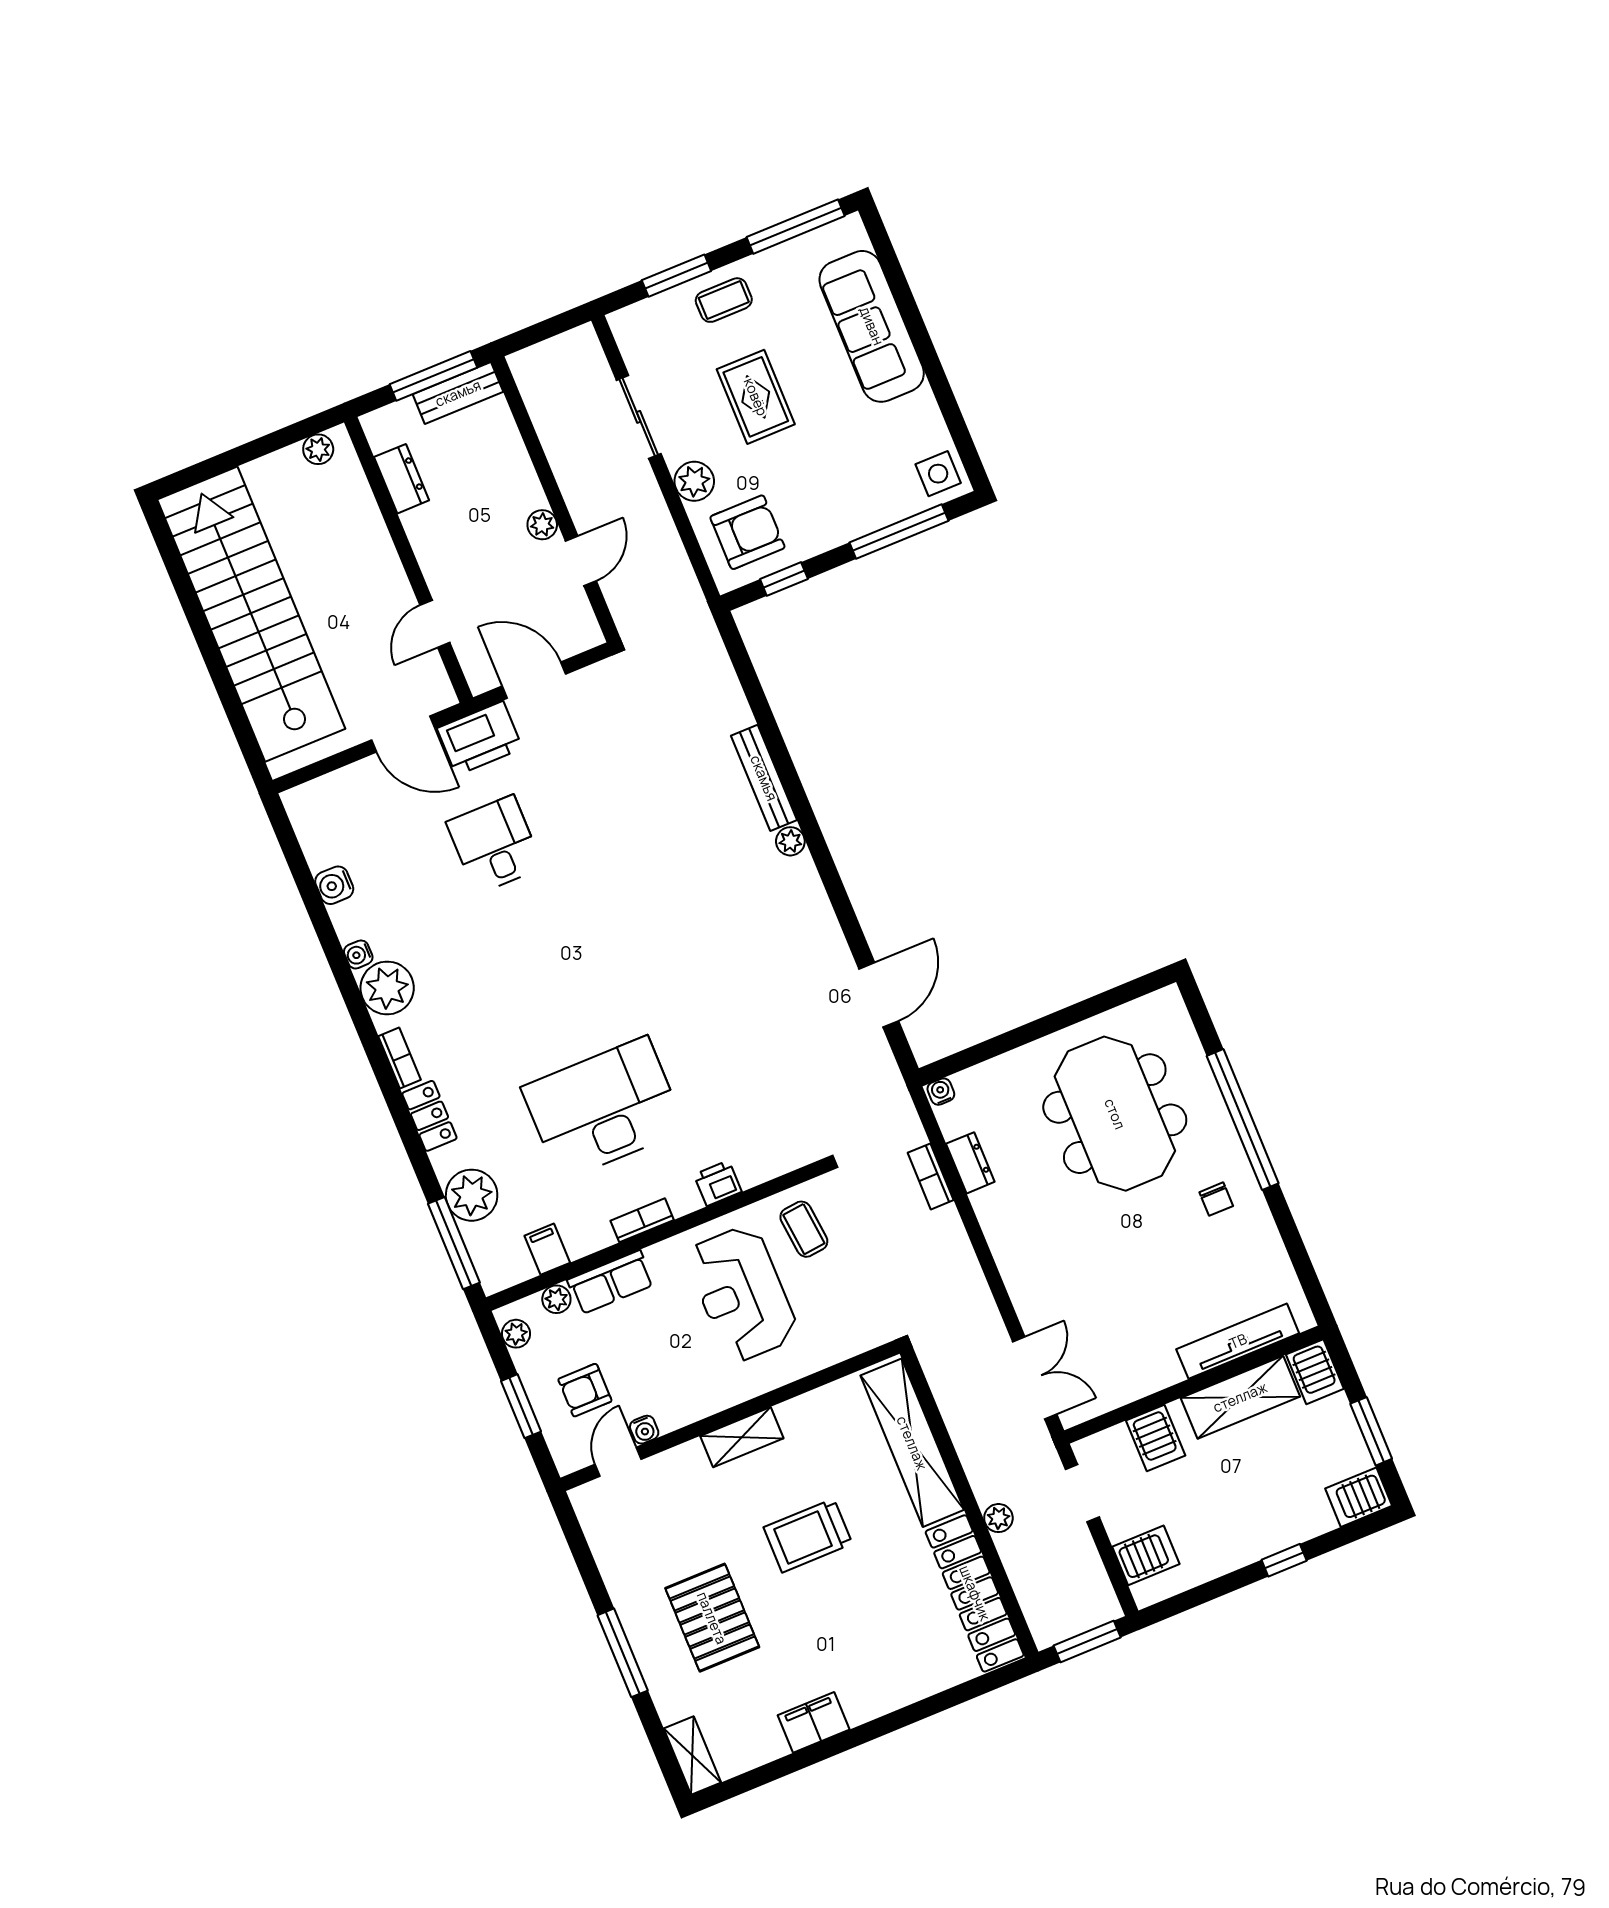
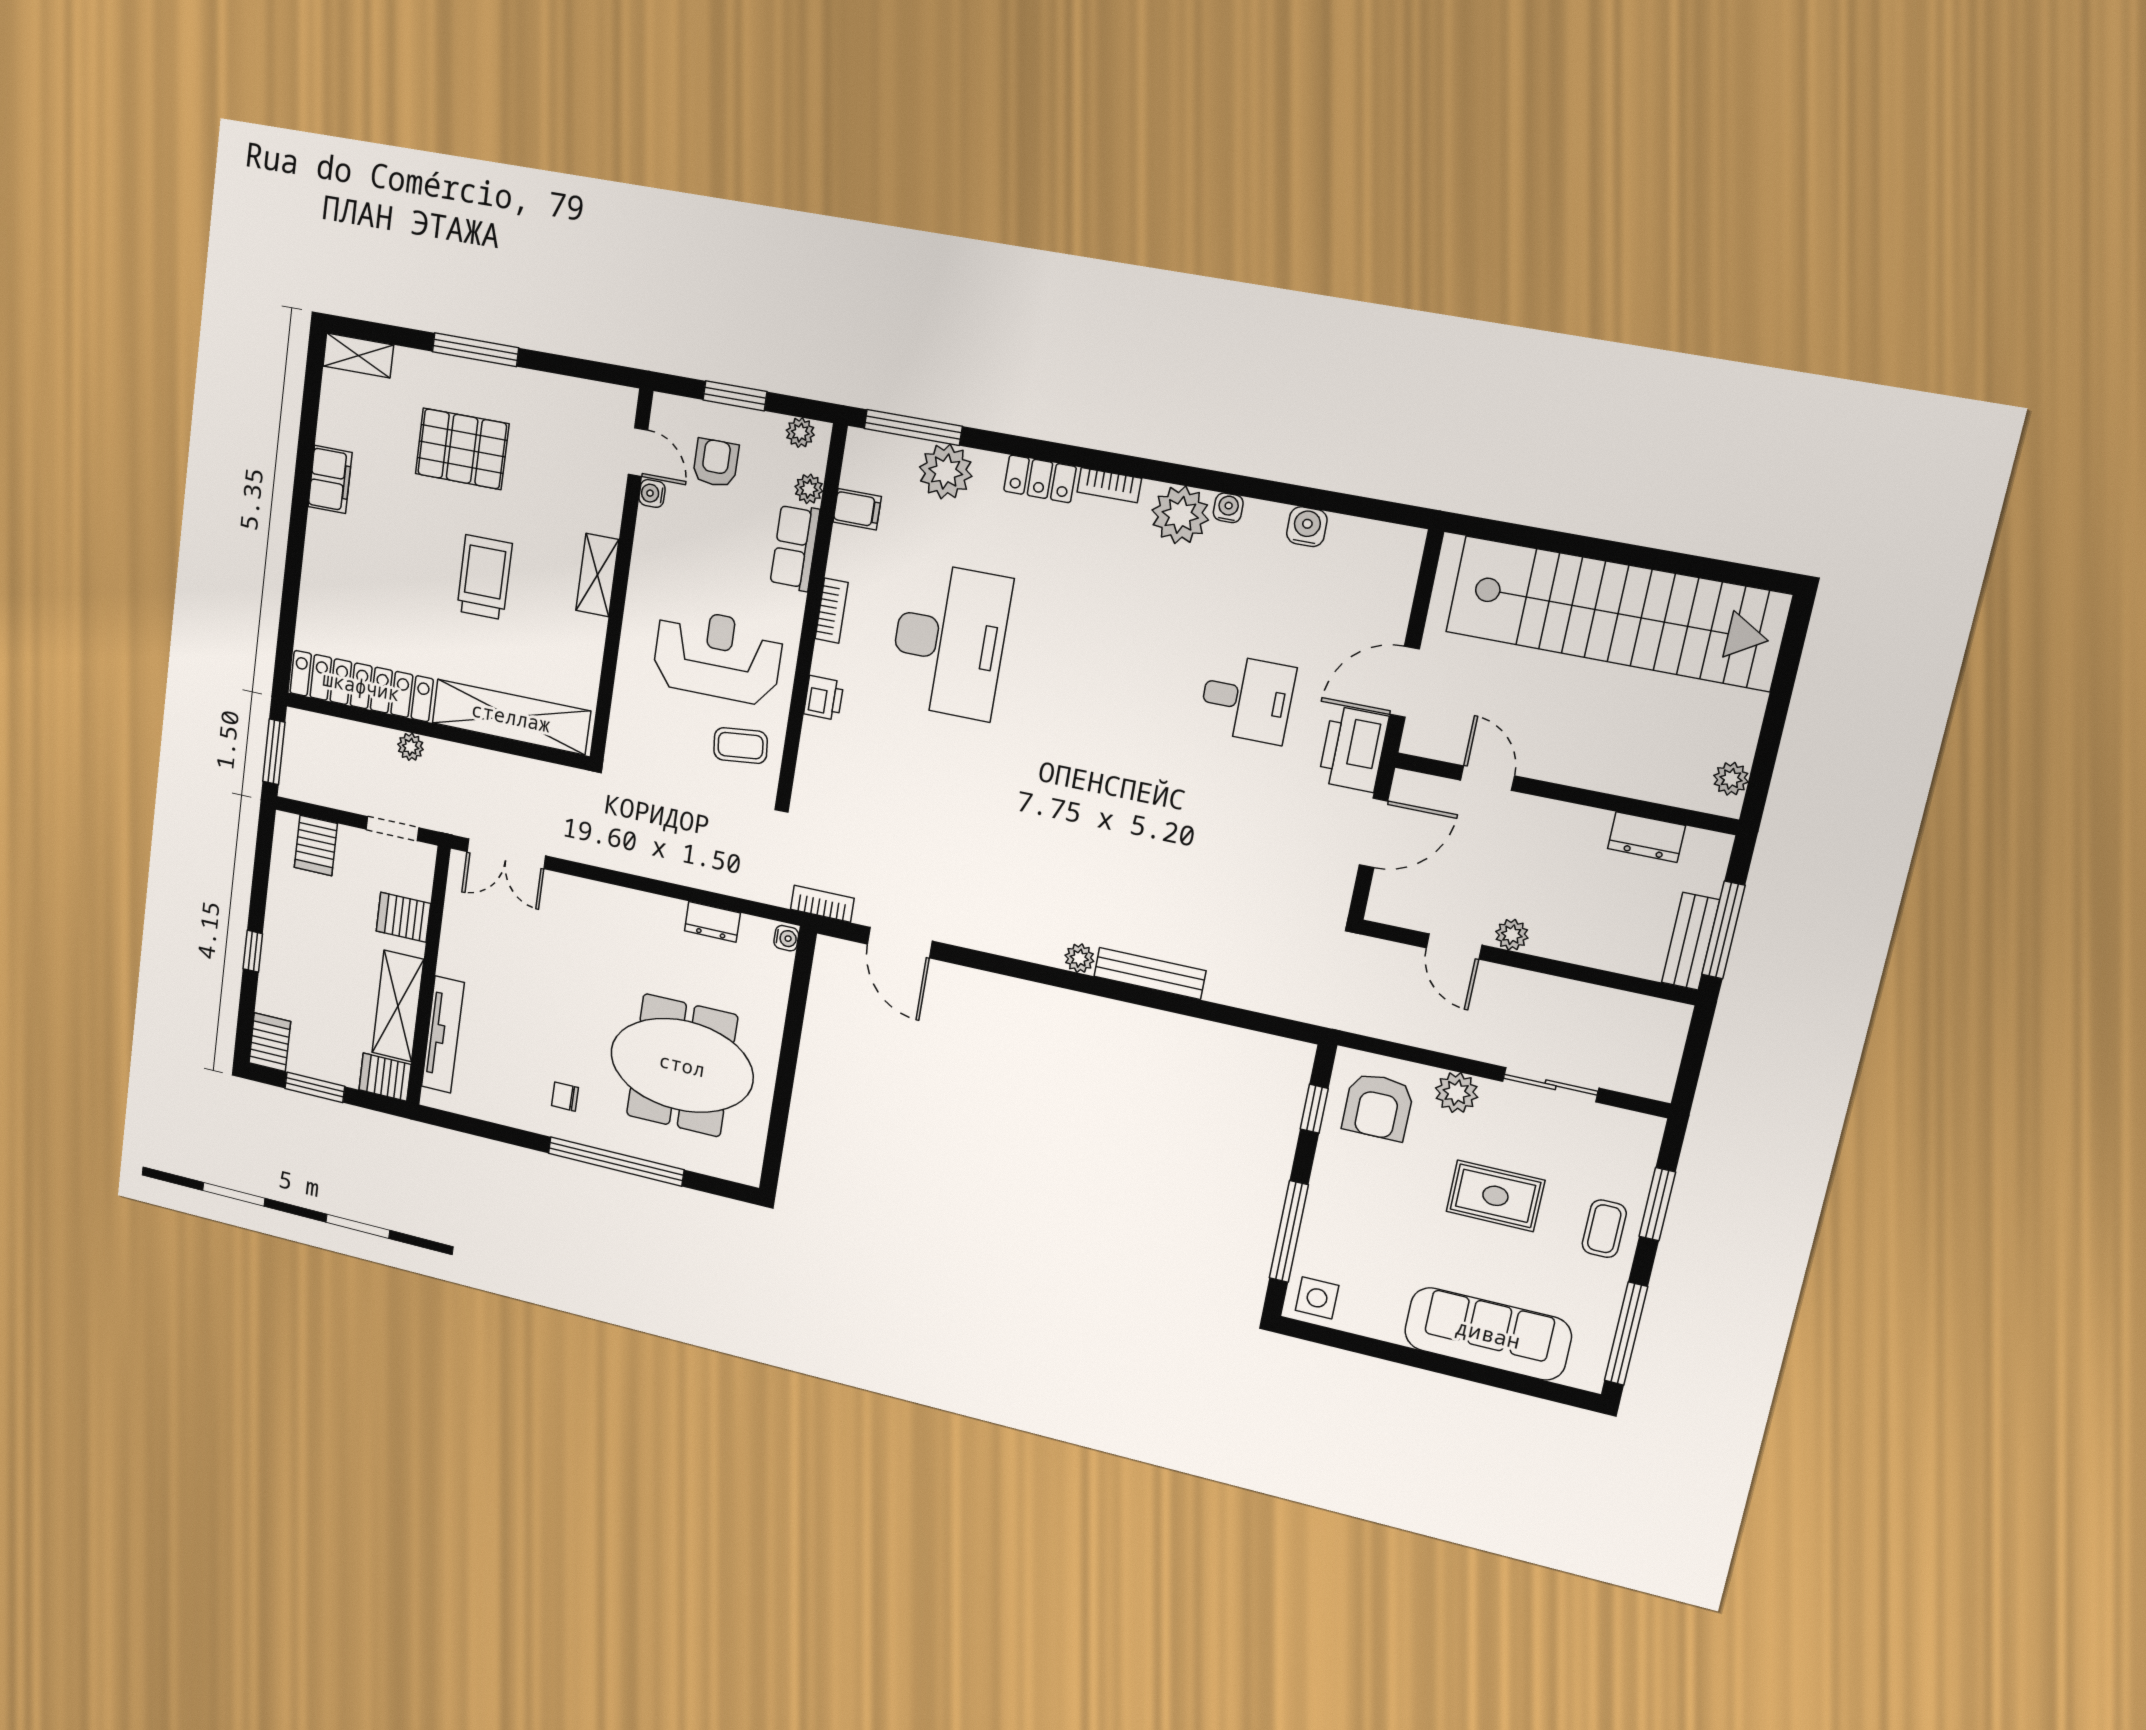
bookcase: (931, 1176) -> (822, 904), moved

